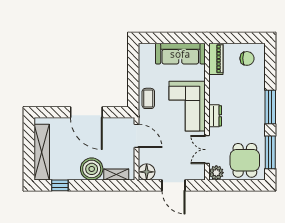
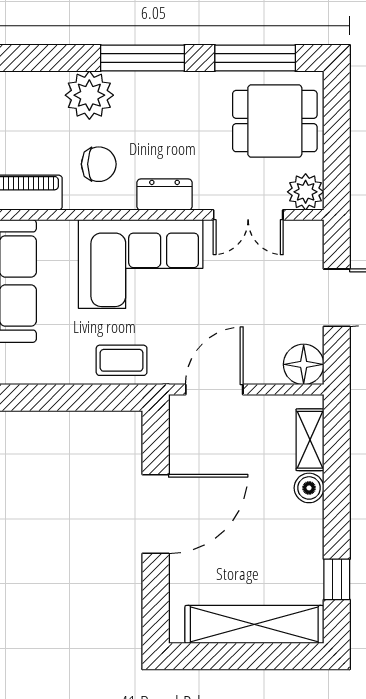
chair: (247, 58) -> (99, 164), moved, turned 90
plant: (255, 85) -> (89, 95), added
boiler: (92, 169) -> (309, 488), width x0.54, depth x0.54

